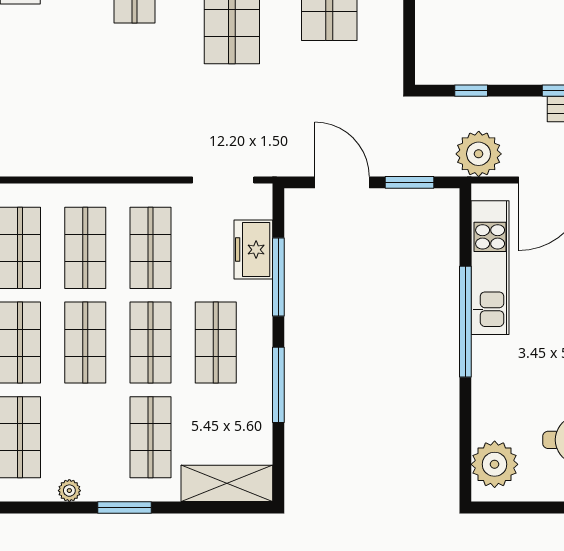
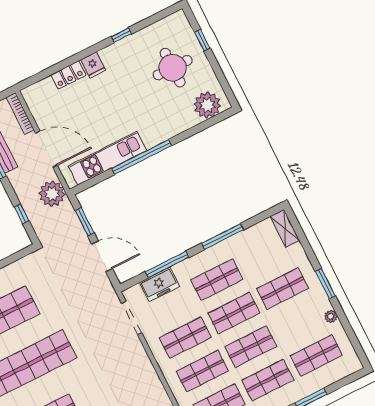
door: (342, 182) -> (102, 256), swing flipped
shelving: (227, 483) -> (285, 228), width x0.67, depth x0.75

